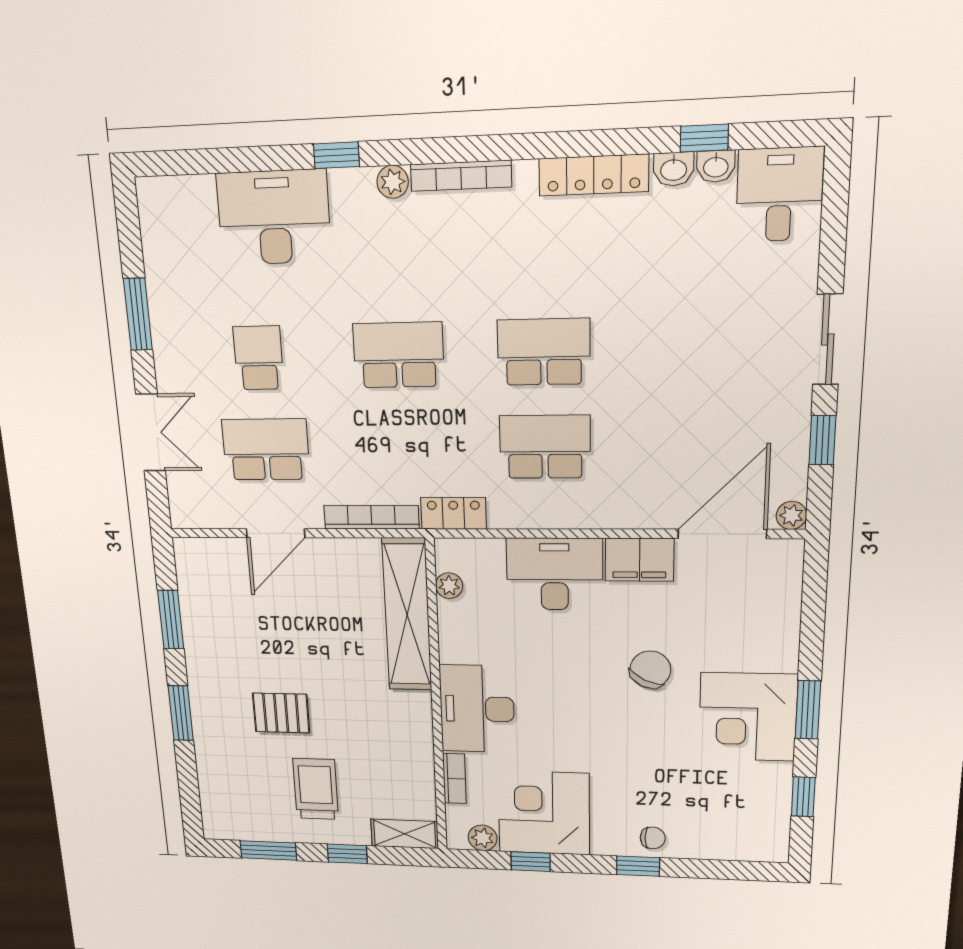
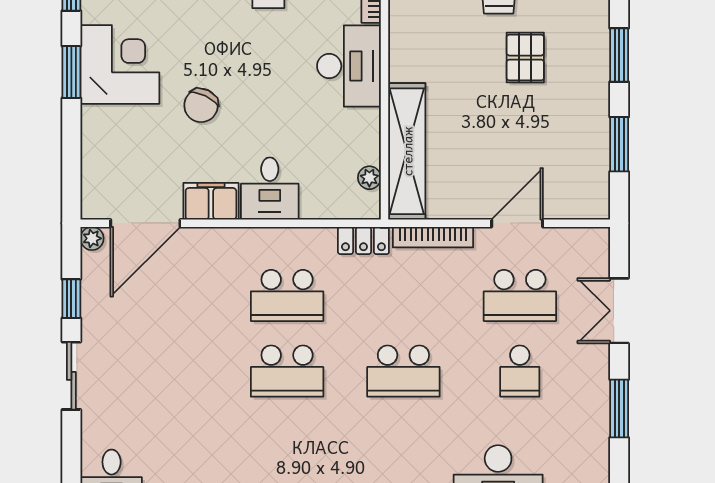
desk: (554, 574) -> (270, 189), width x0.73
pallet: (281, 713) -> (525, 58), turned 90

